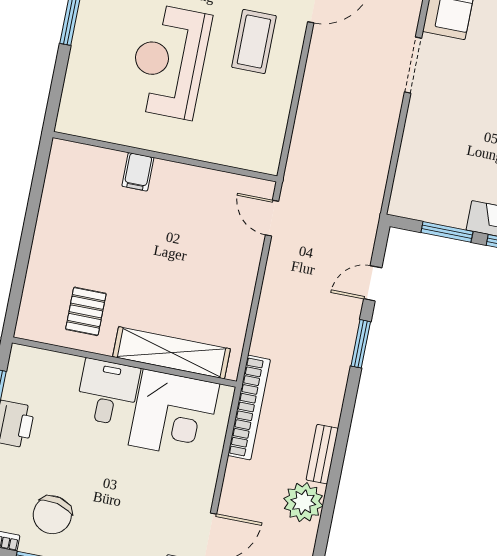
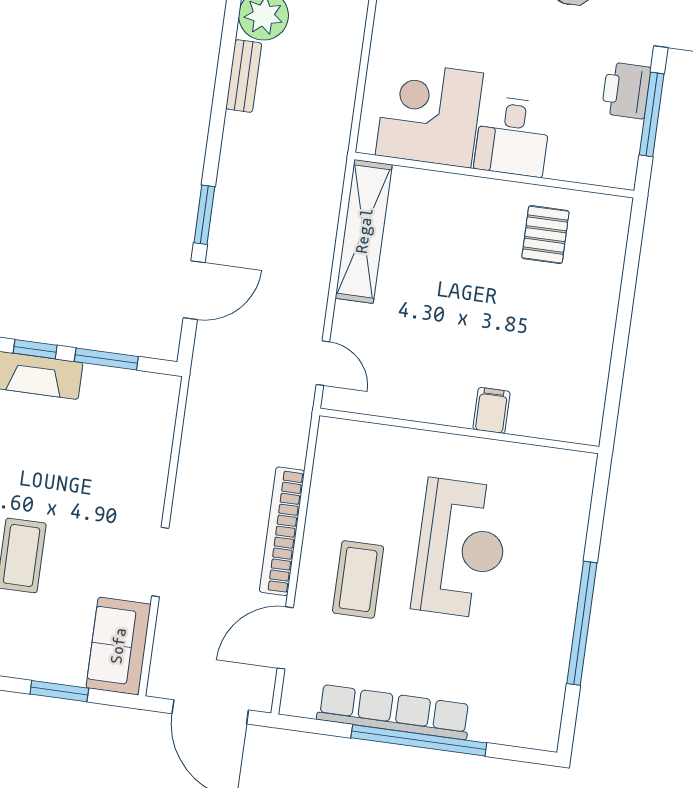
door: (373, 283) -> (194, 290), width x1.38
shelving: (172, 353) -> (364, 231), moved, turned 90
bookcase: (249, 408) -> (282, 531), moved

